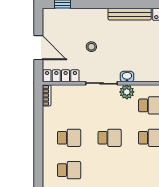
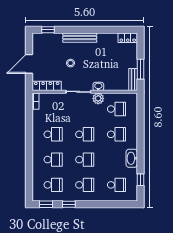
bench: (130, 14) -> (80, 38), moved
door: (38, 48) -> (29, 64), swing flipped
school desk: (110, 170) -> (85, 160), added

